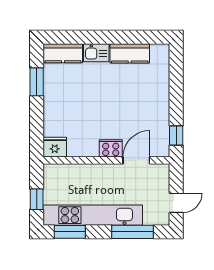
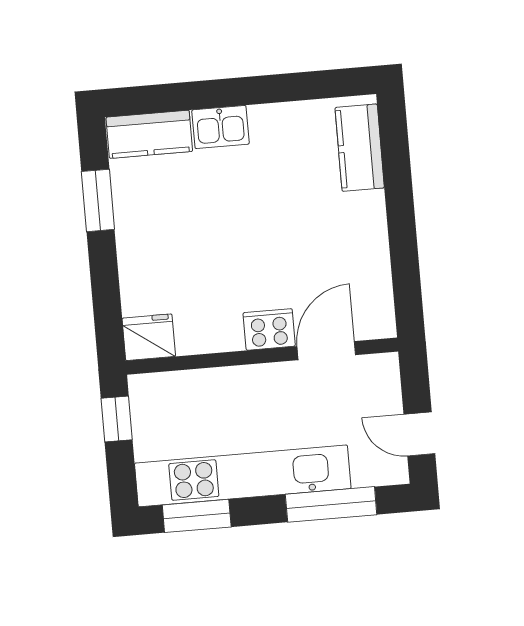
kitchen counter: (130, 53) -> (360, 148), moved, turned 90
window: (176, 135) -> (407, 290), removed
window: (37, 199) -> (117, 419), moved
door: (176, 203) -> (419, 434), swing flipped

